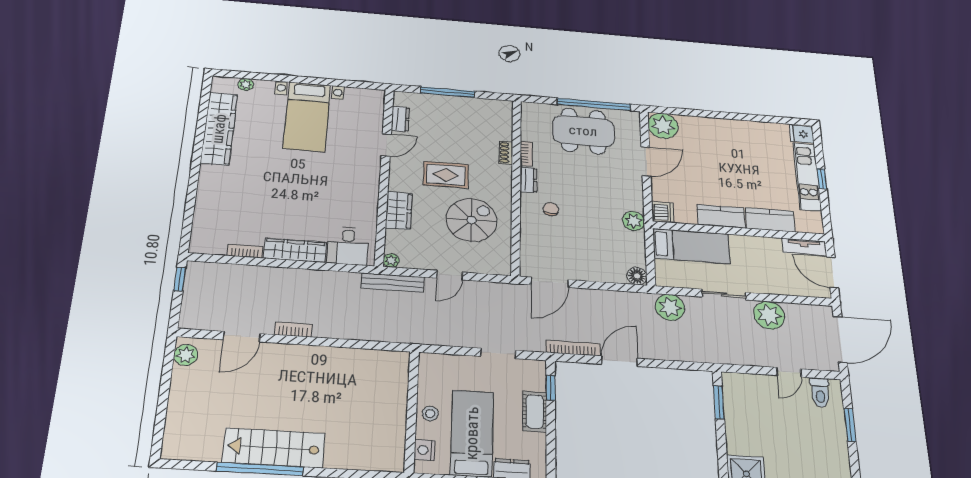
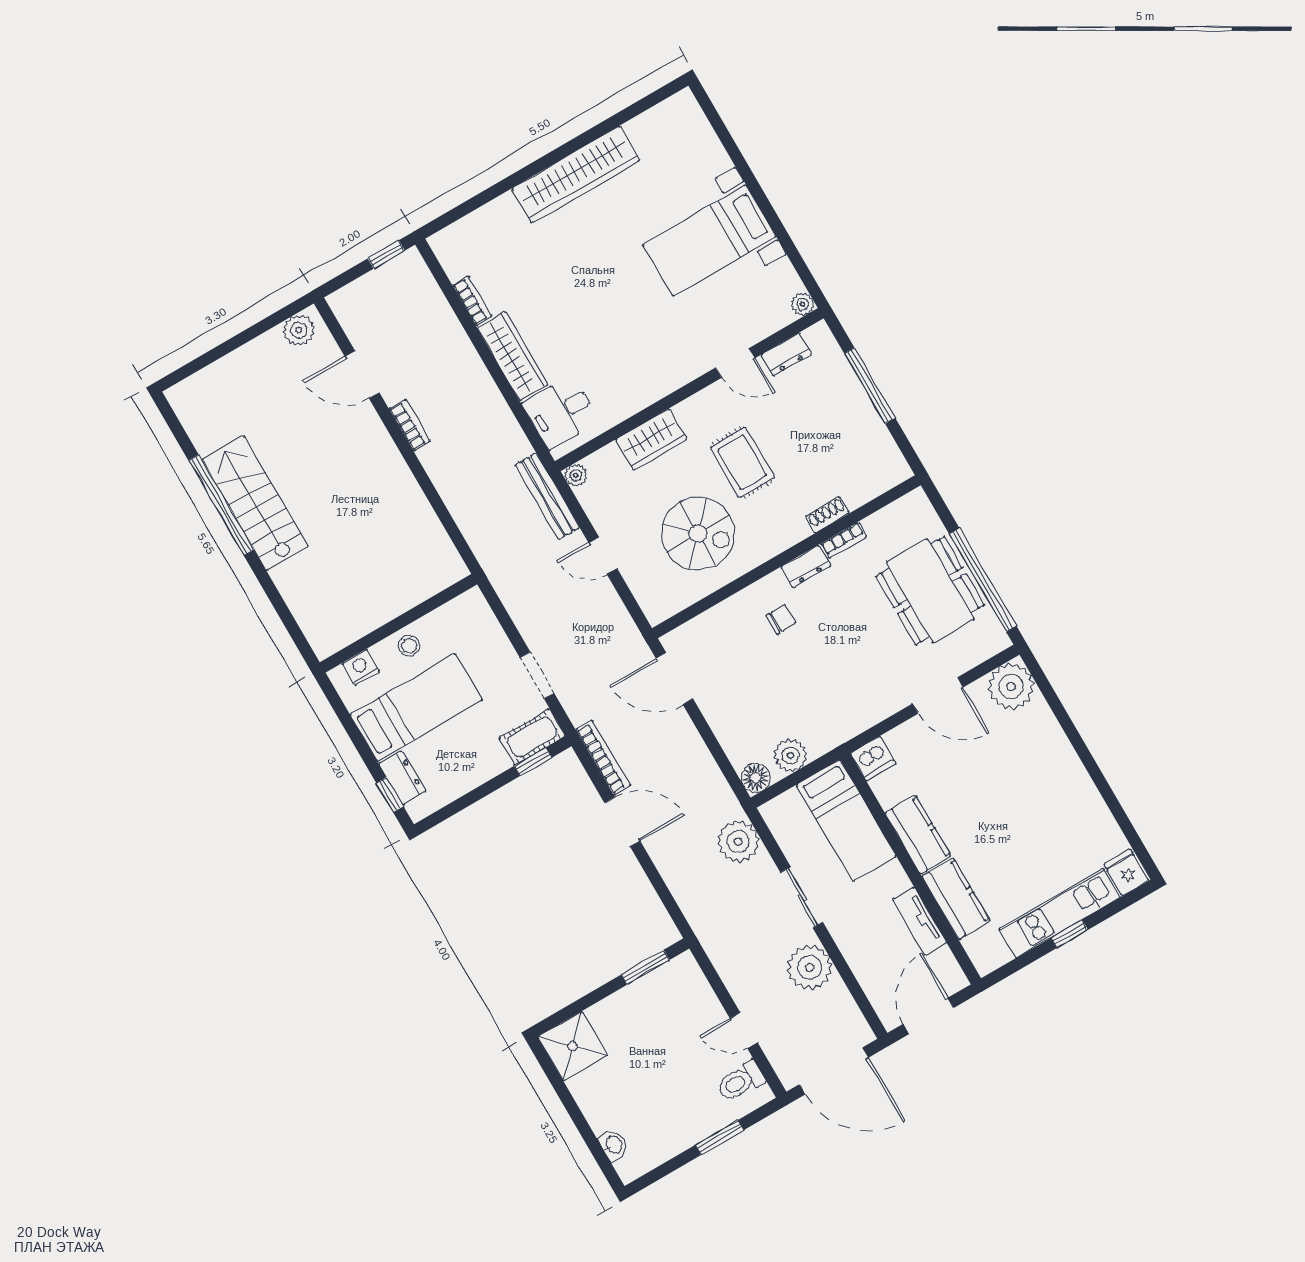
plant: (246, 84) -> (803, 304), moved
wardrobe: (219, 129) -> (576, 174), moved
plant: (634, 221) -> (790, 755), moved
tv unit: (804, 247) -> (920, 921), moved
cot: (535, 411) -> (532, 737), moved

